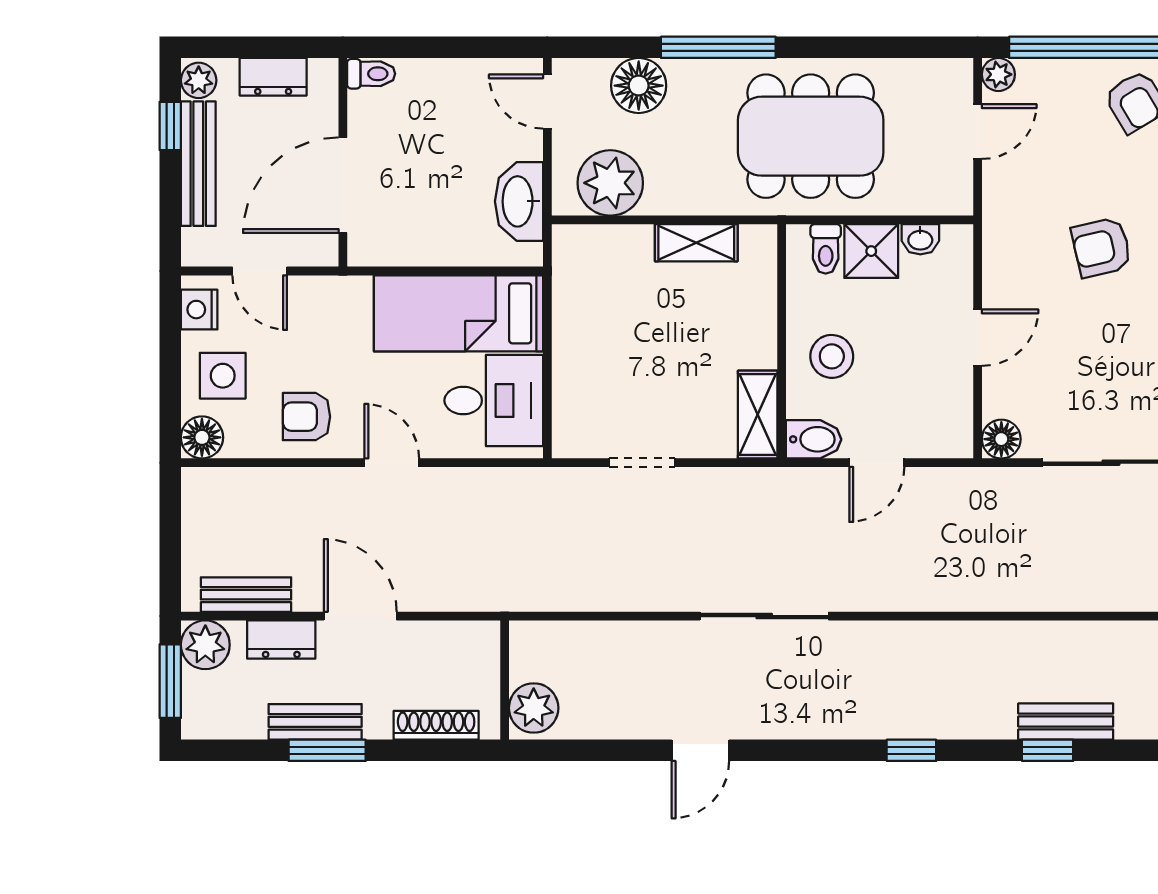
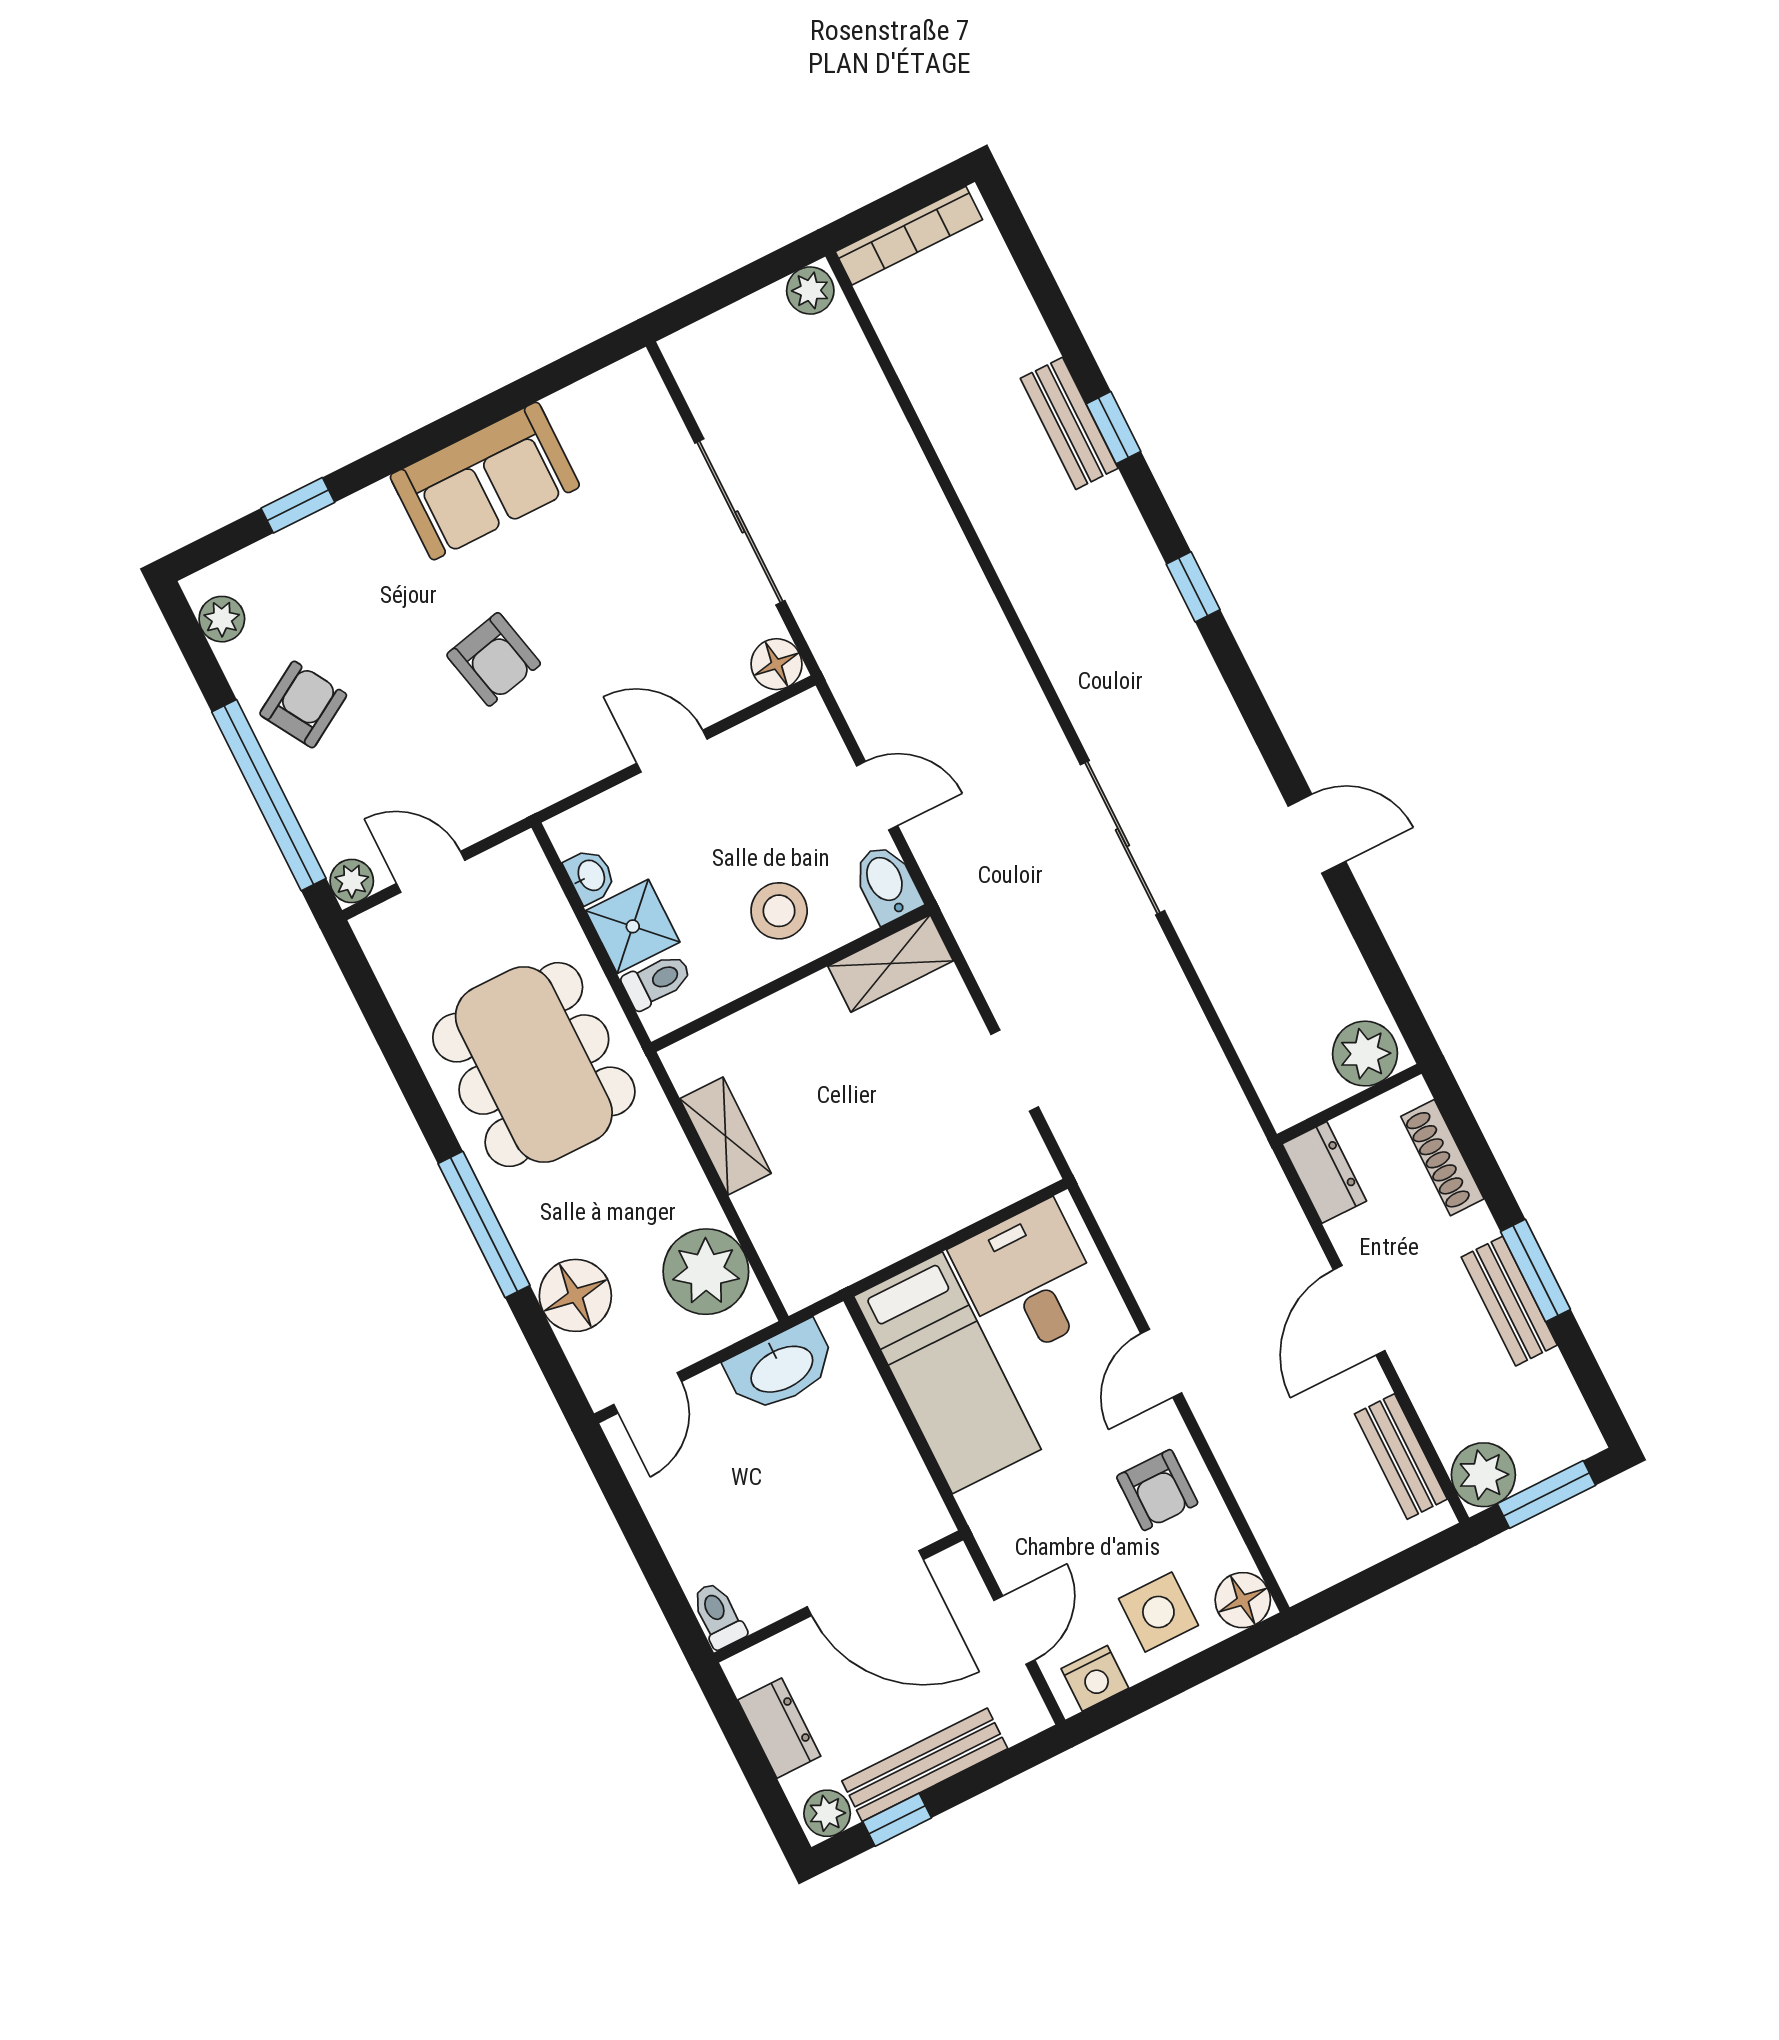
dresser: (281, 640) -> (1324, 1172), moved

